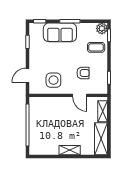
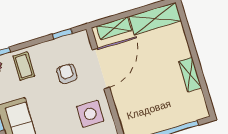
door: (80, 95) -> (101, 69), width x1.87
shelving: (70, 150) -> (190, 75), moved

